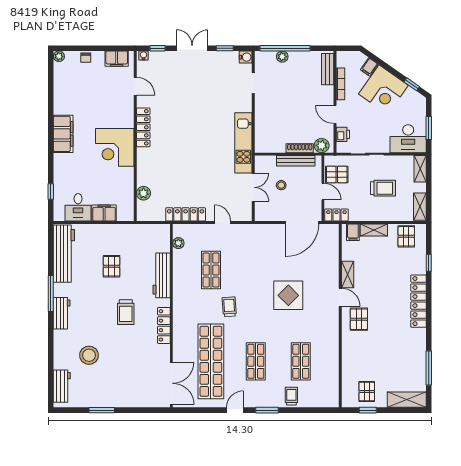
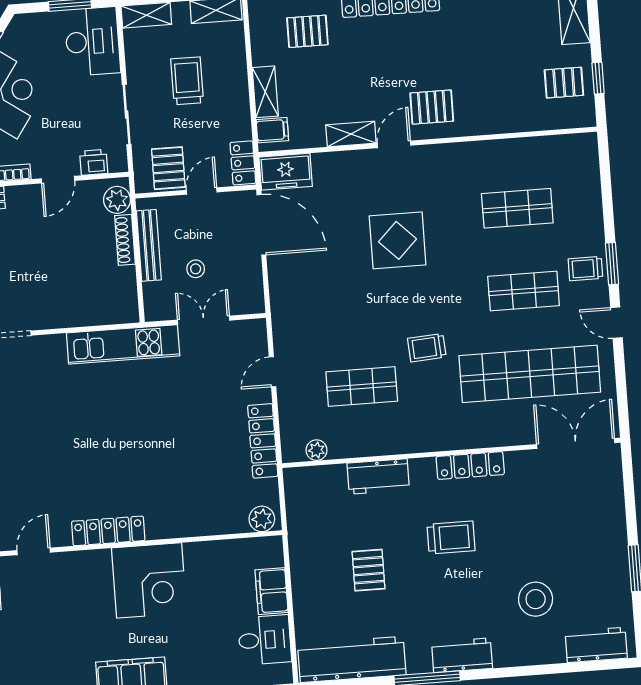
plant: (143, 193) -> (262, 519), moved
pallet: (406, 236) -> (307, 31), moved
freezer: (330, 238) -> (286, 172), added
pallet: (111, 266) -> (369, 570), turned 90
workbench: (162, 275) -> (378, 477), width x0.73
trolley: (291, 396) -> (585, 269), moved

